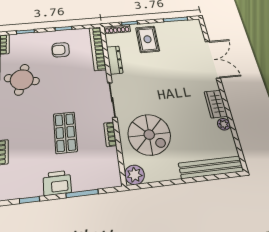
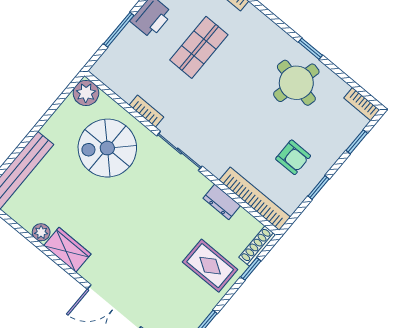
armchair: (61, 50) -> (293, 157), turned 90
dresser: (115, 60) -> (222, 202), width x0.70
shop shelf: (65, 132) -> (199, 47), moved, turned 90

